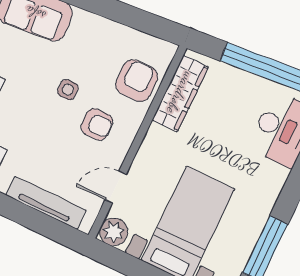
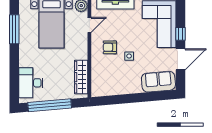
armchair: (137, 81) -> (102, 74), removed

